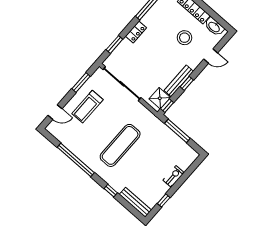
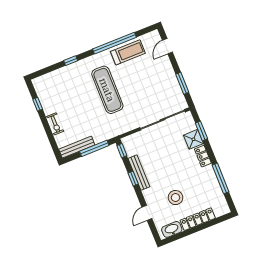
shower: (160, 98) -> (193, 139), moved
treadmill: (87, 107) -> (128, 52), moved, turned 90
bench: (135, 202) -> (77, 147), moved

